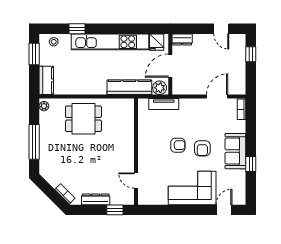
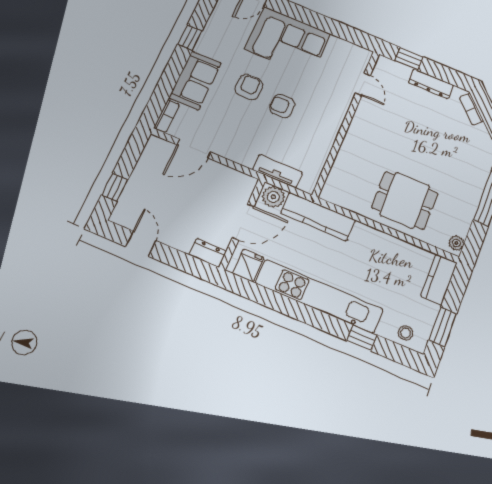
sofa: (235, 151) -> (195, 80), moved

